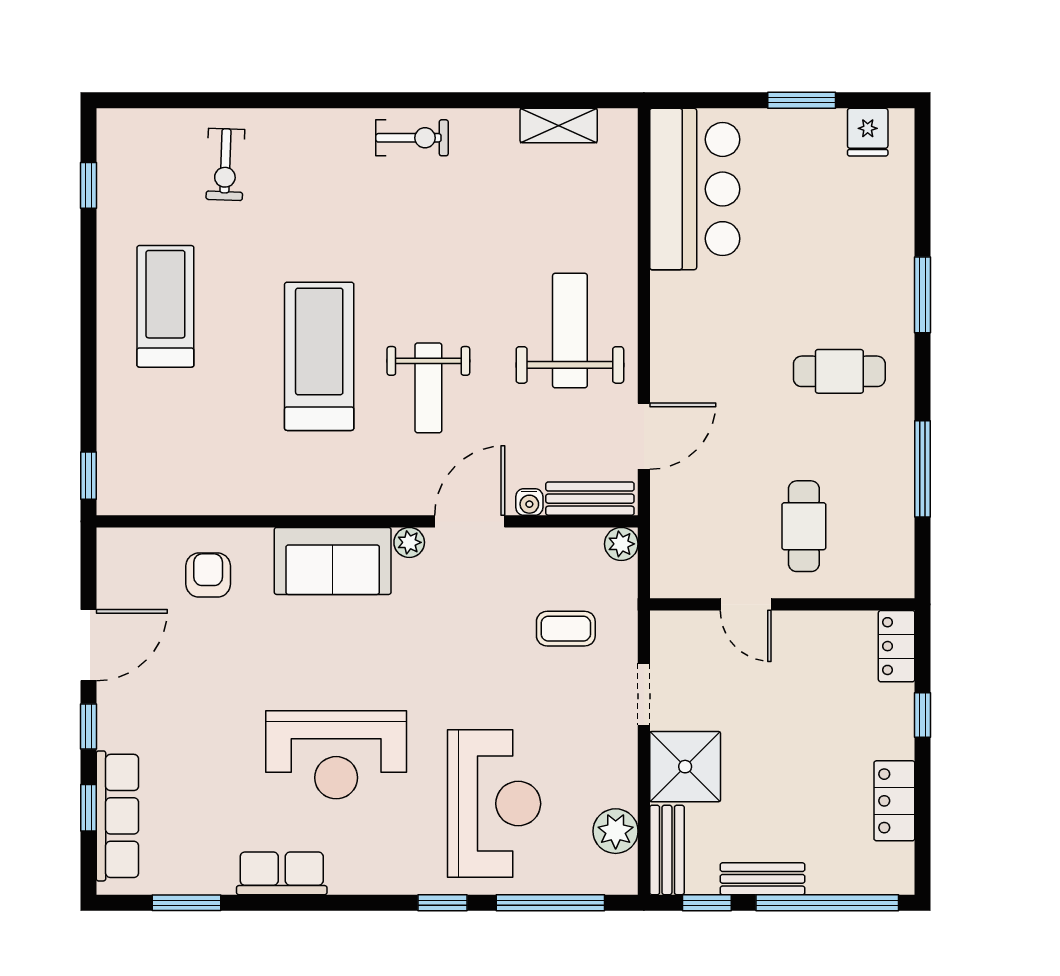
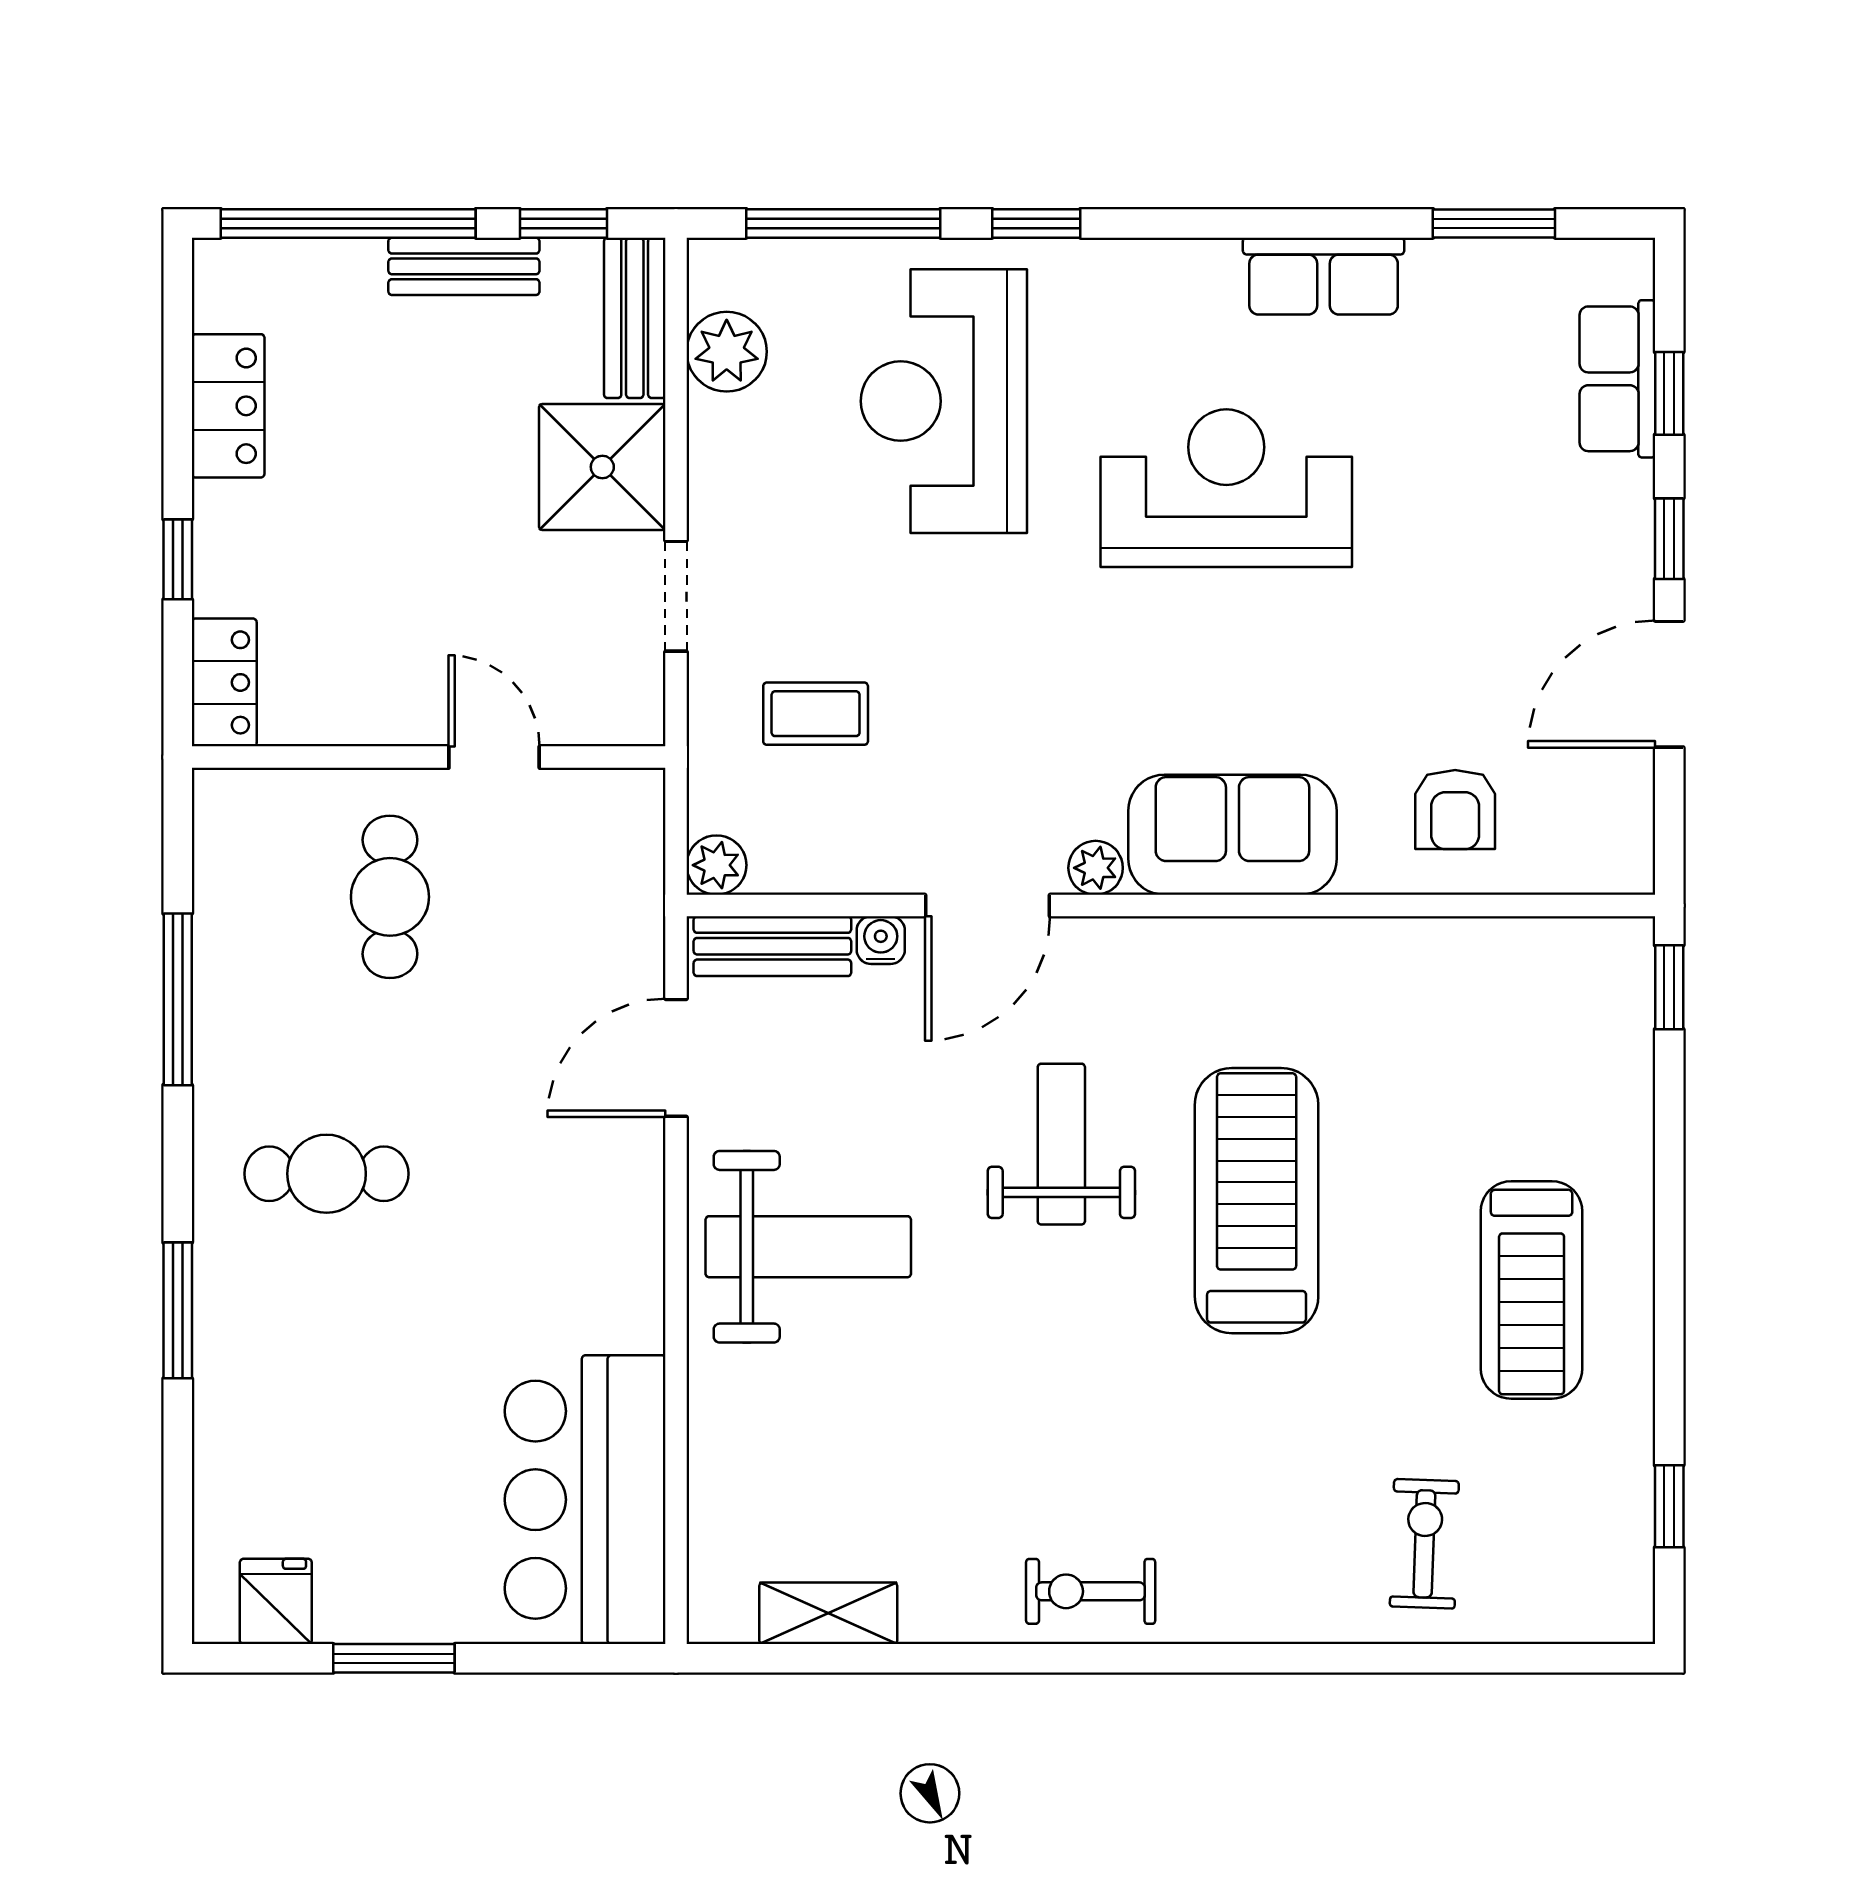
weight bench: (570, 331) -> (808, 1247), turned -90
treadmill: (319, 356) -> (1257, 1201), turned 180
row of seats: (117, 816) -> (1617, 379), width x0.68

